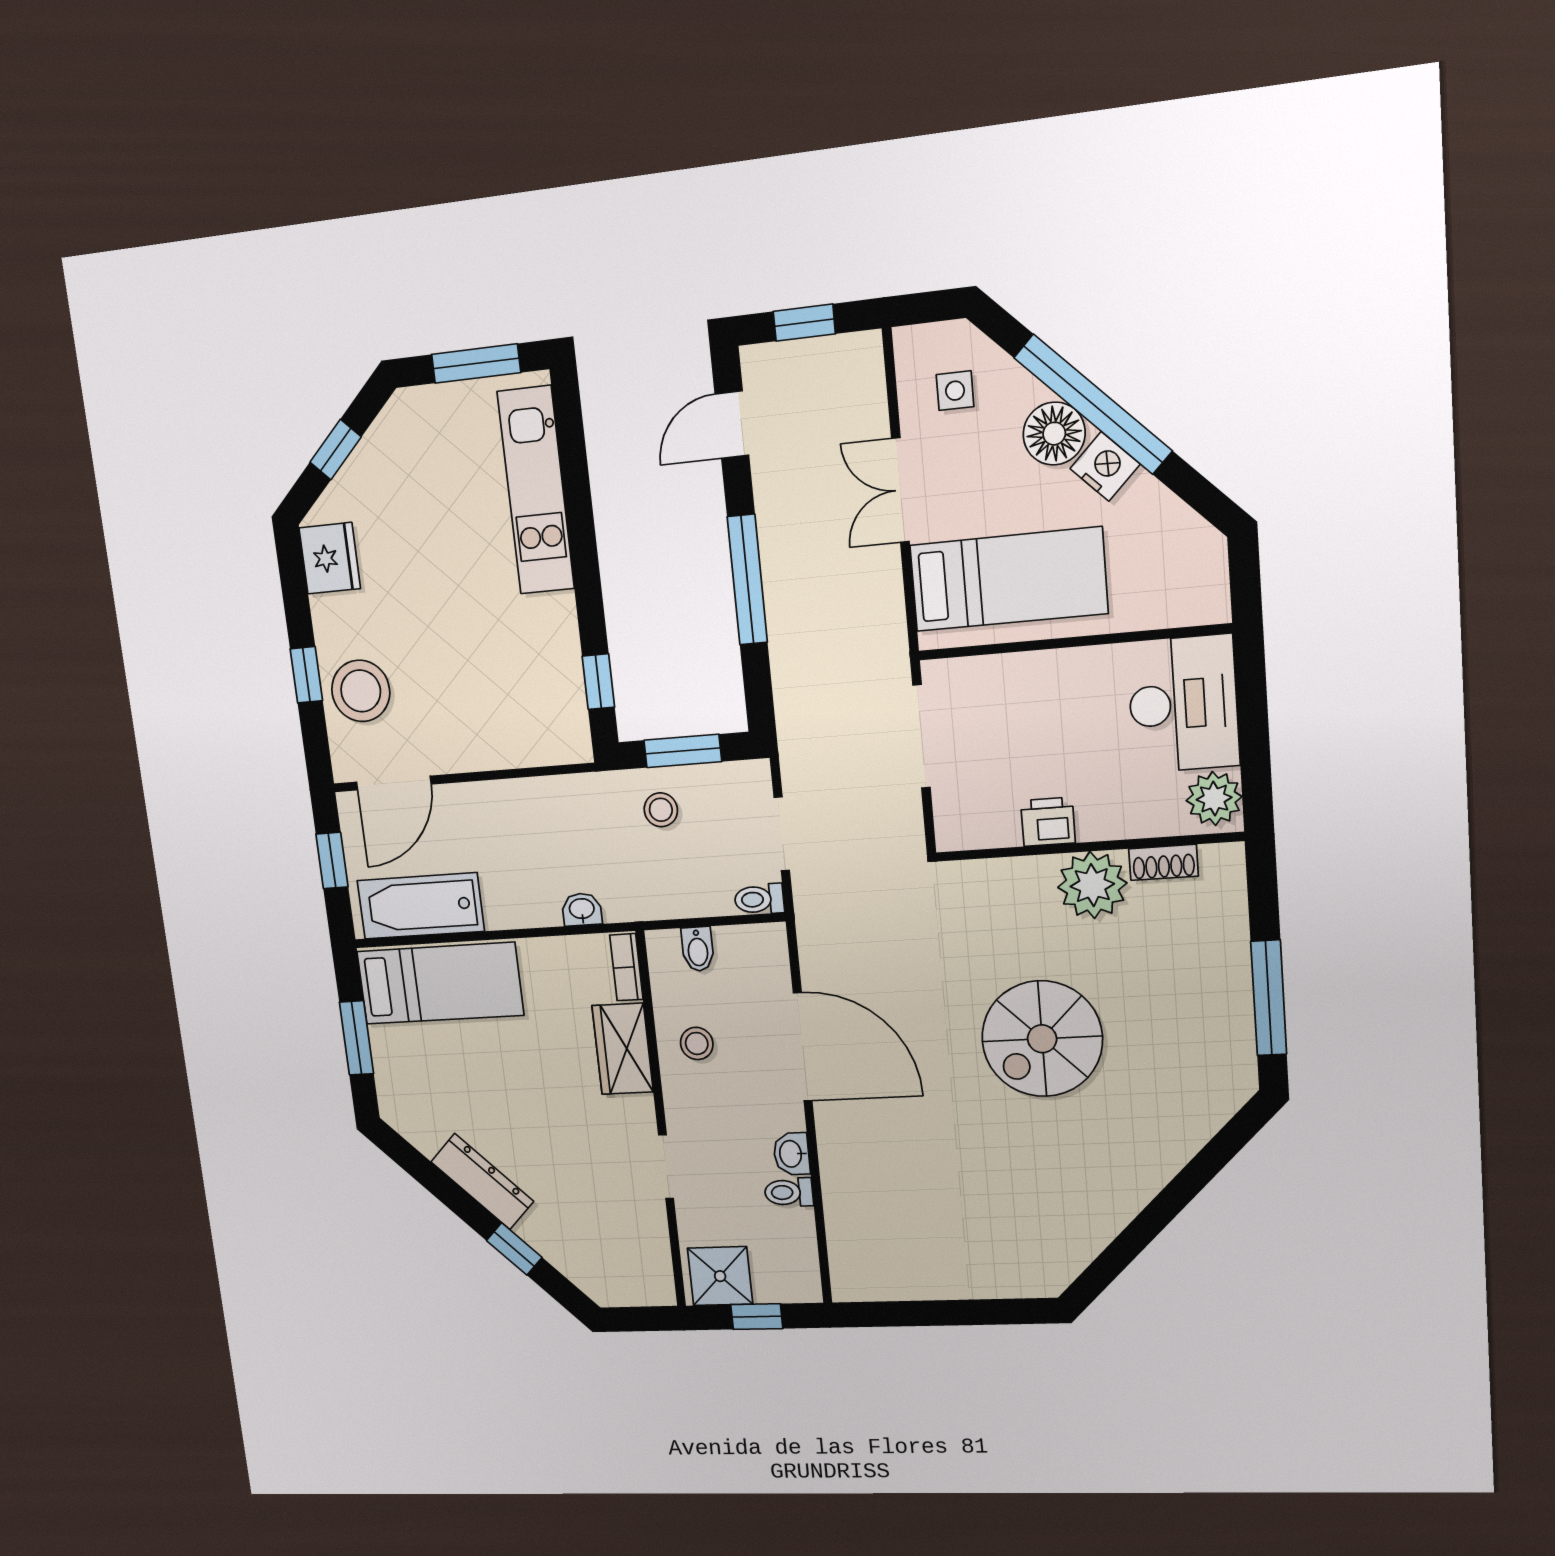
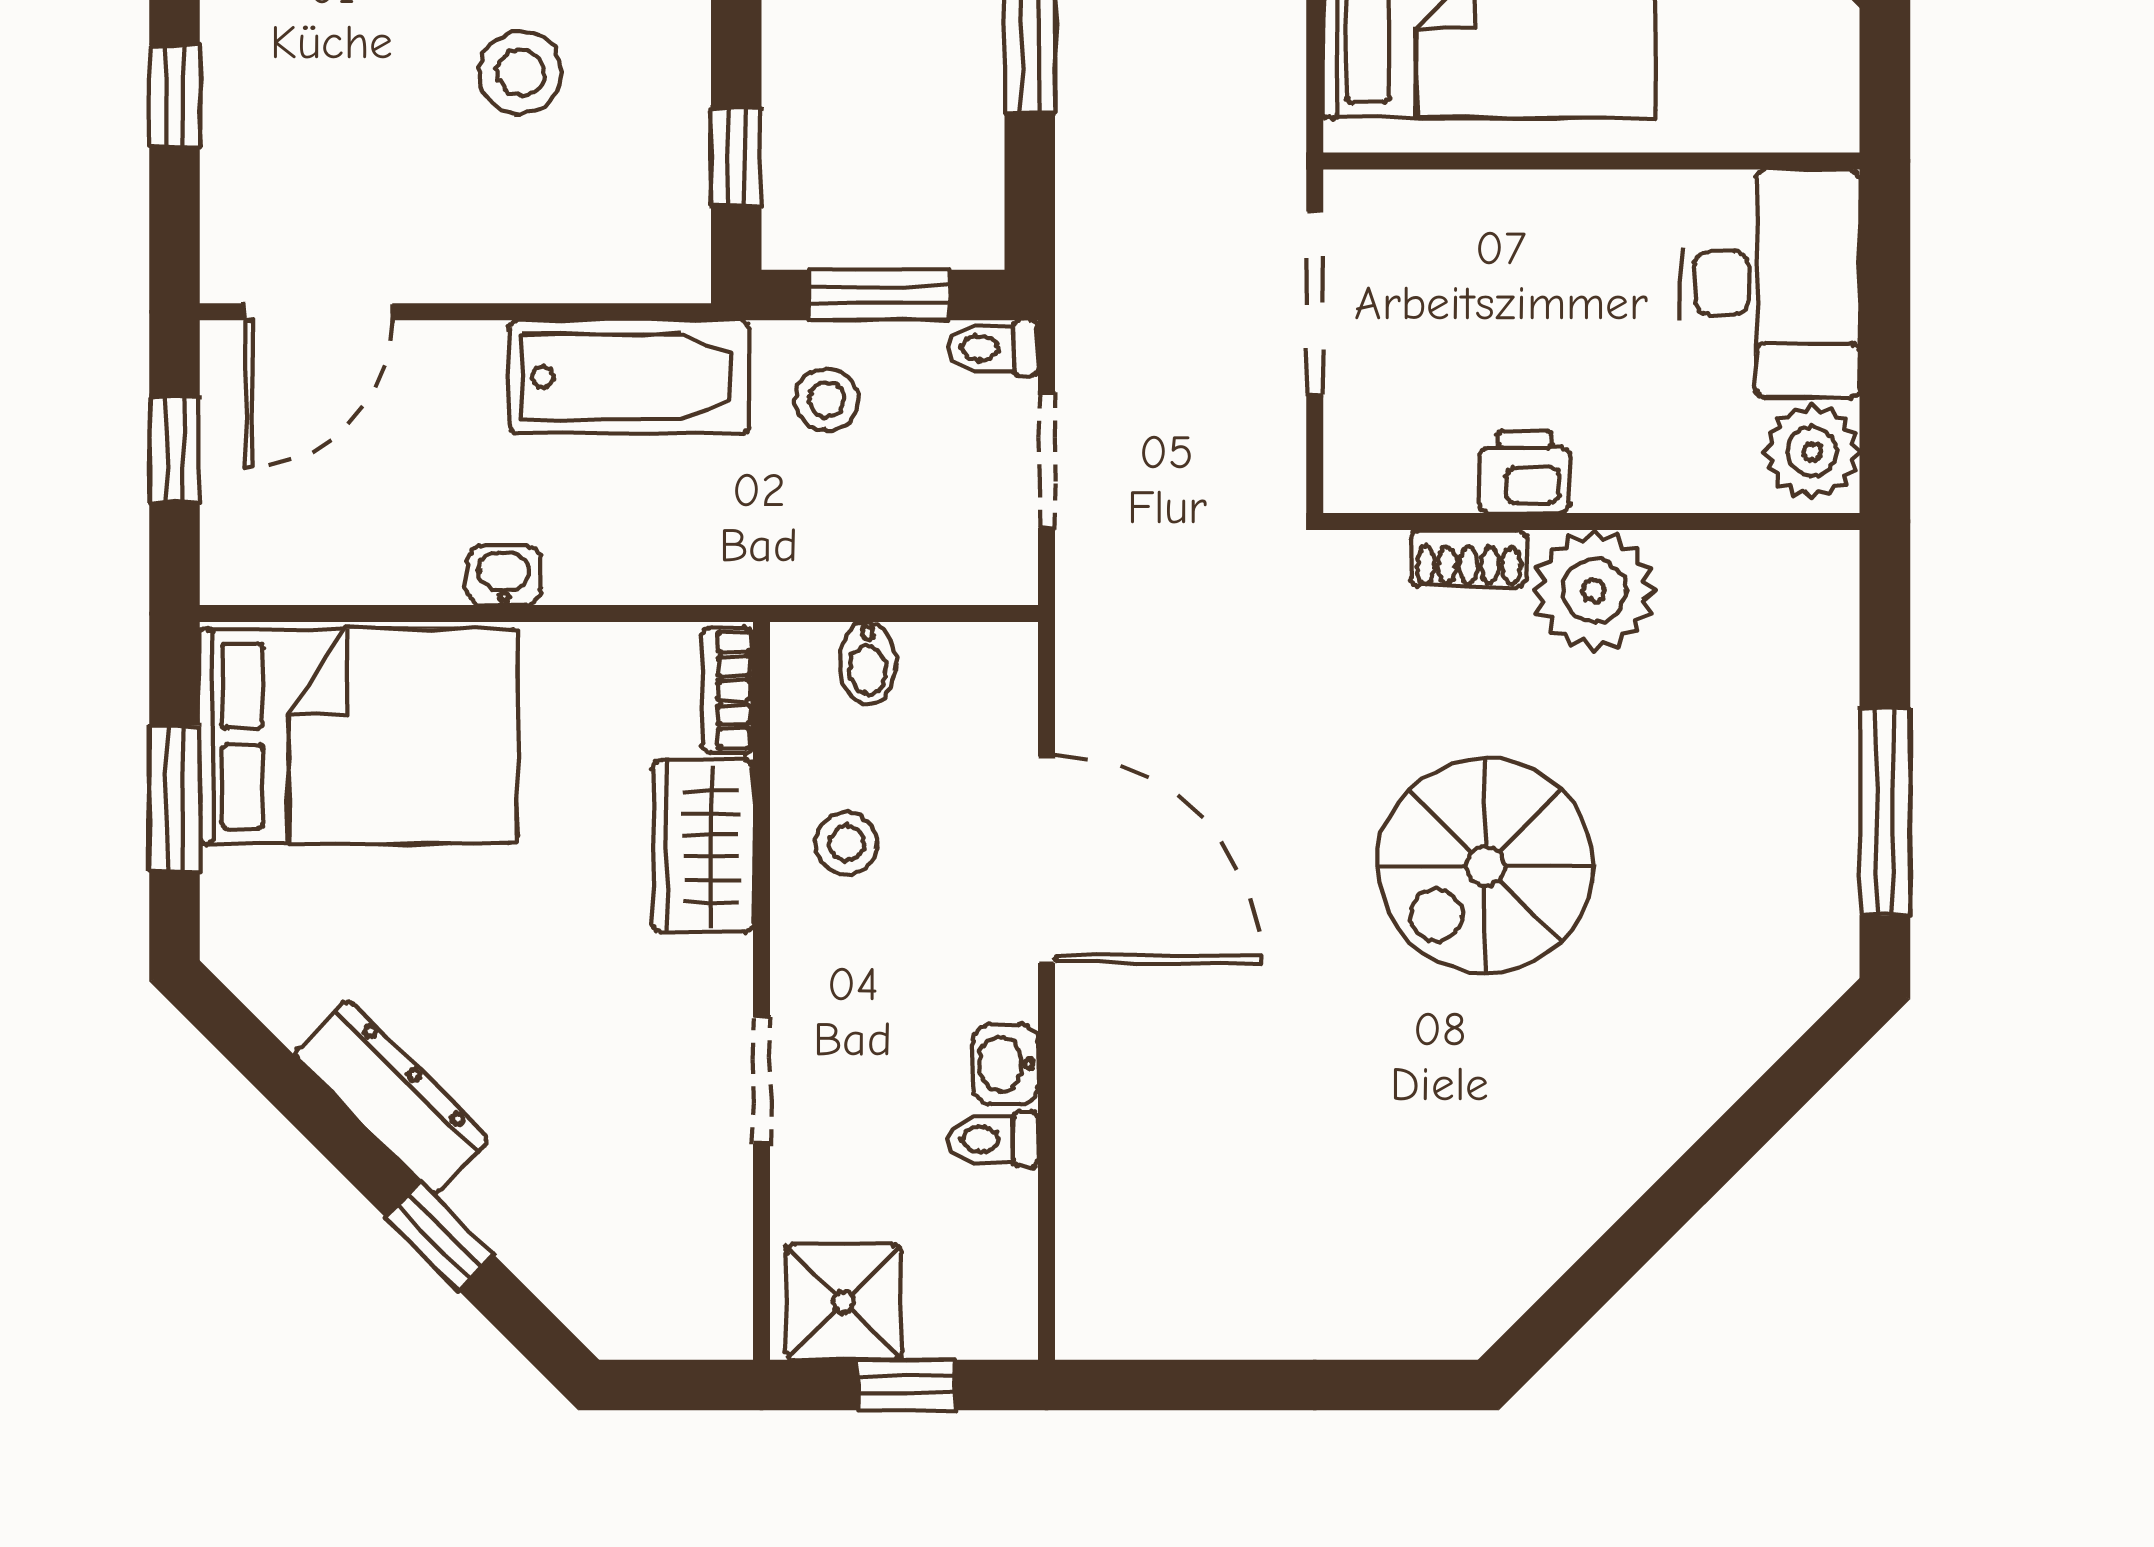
stool: (361, 691) -> (521, 72), moved, width x0.73, depth x0.73
shoe rack: (1164, 862) -> (1468, 558), moved
toilet: (759, 899) -> (993, 348), moved
bathtub: (421, 906) -> (629, 377), moved, turned 180
washbasin: (582, 909) -> (504, 575), moved
bed: (440, 983) -> (359, 736), width x1.50

